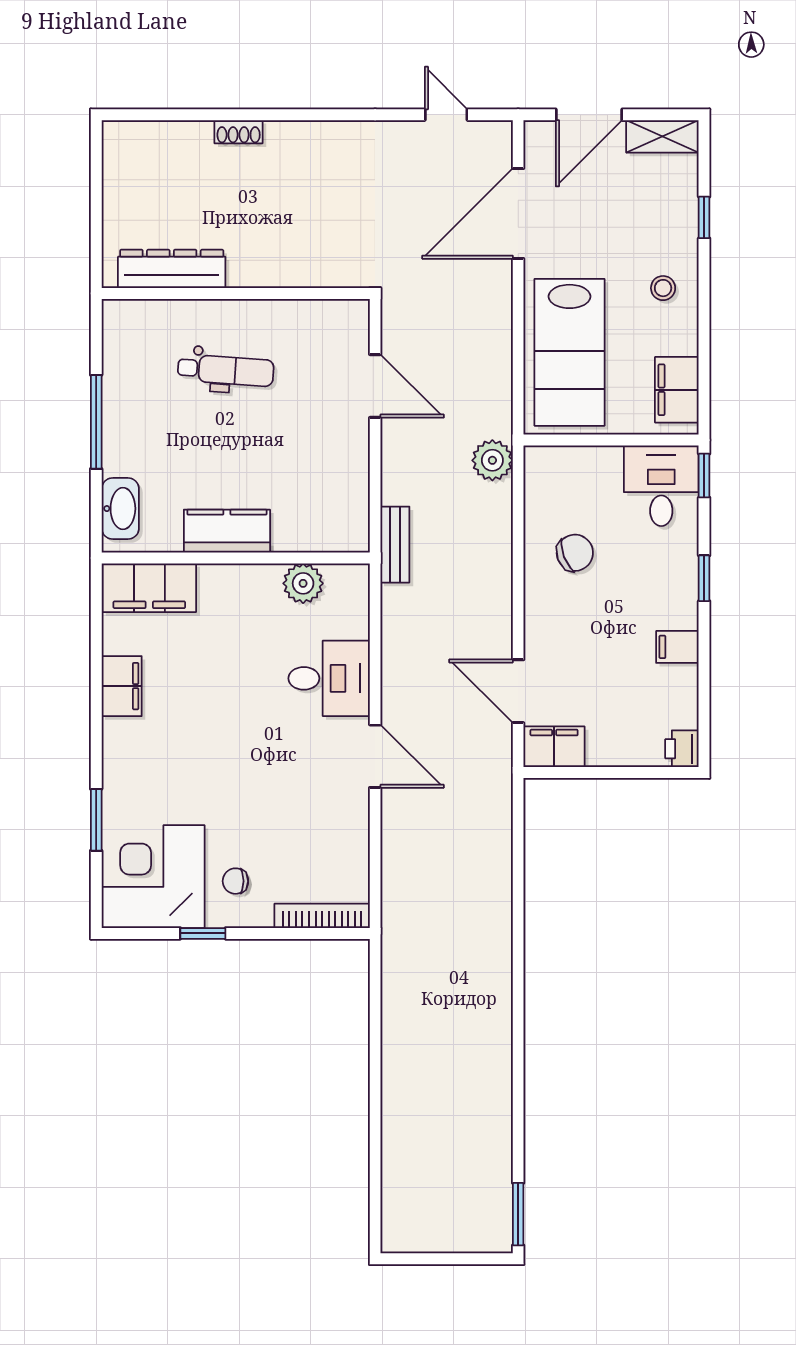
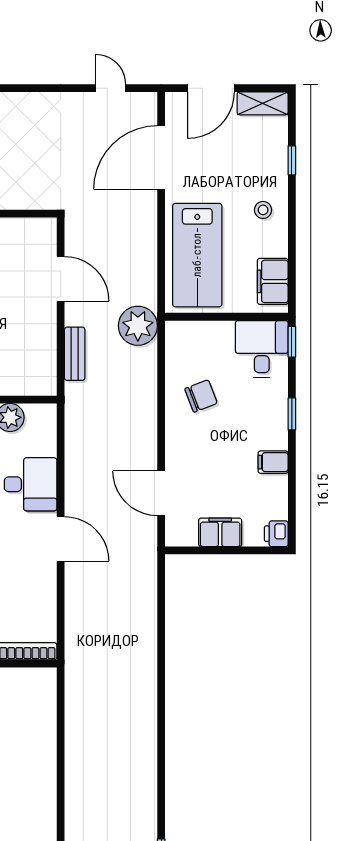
plant: (492, 460) -> (138, 326), width x1.36, depth x1.36
bench: (395, 545) -> (75, 354), moved
filing cabinet: (554, 747) -> (220, 532), moved

